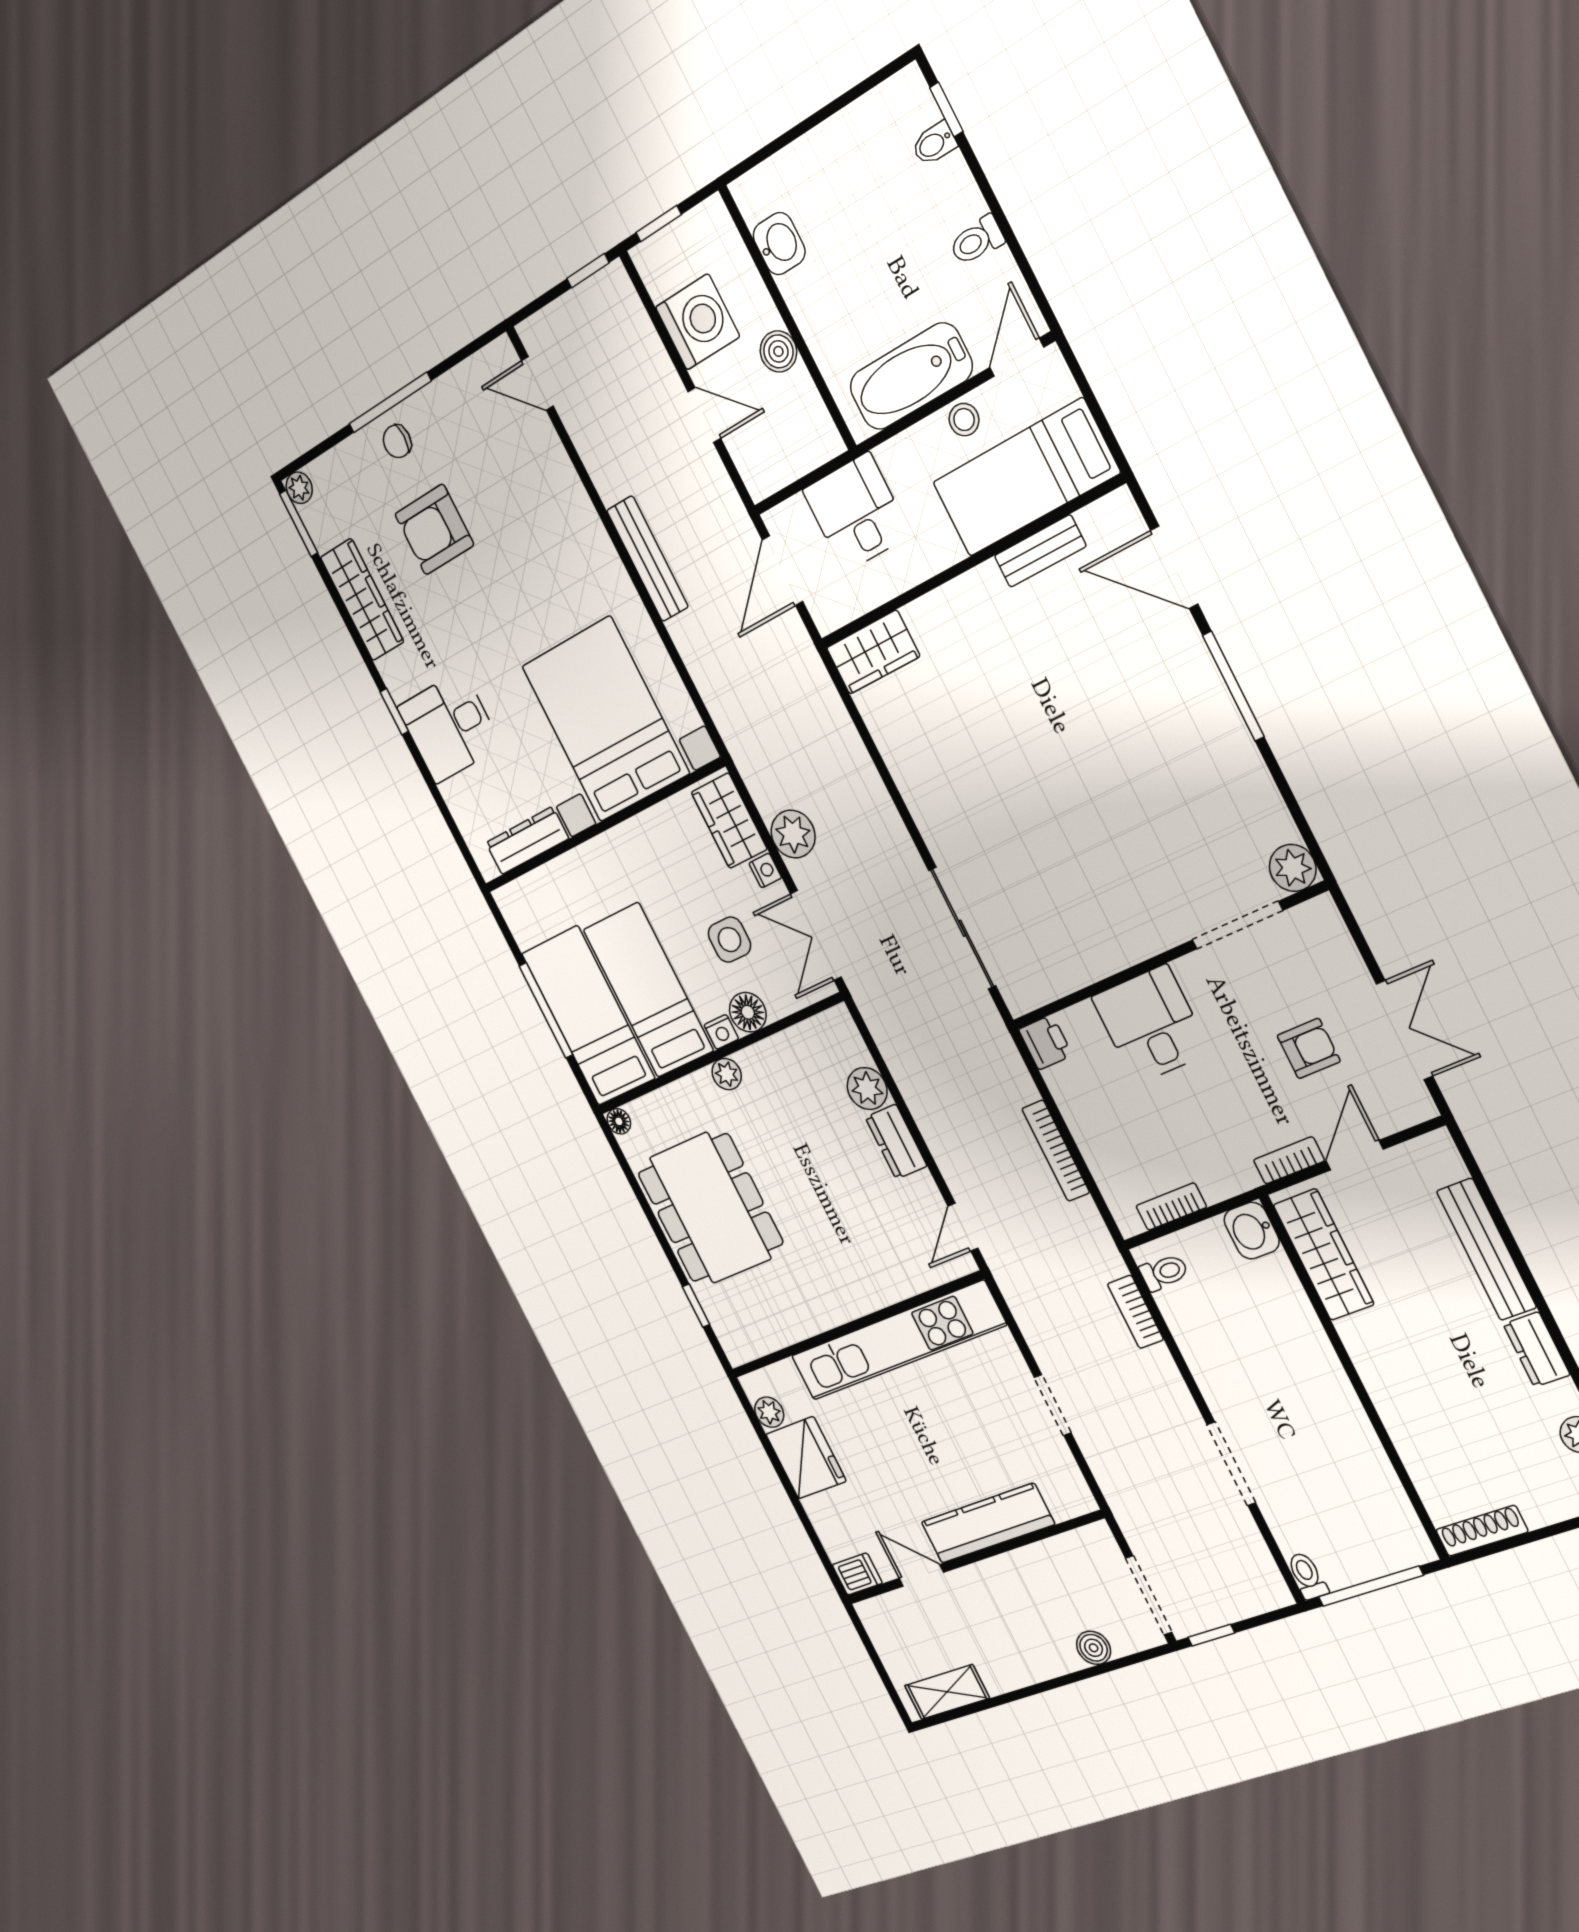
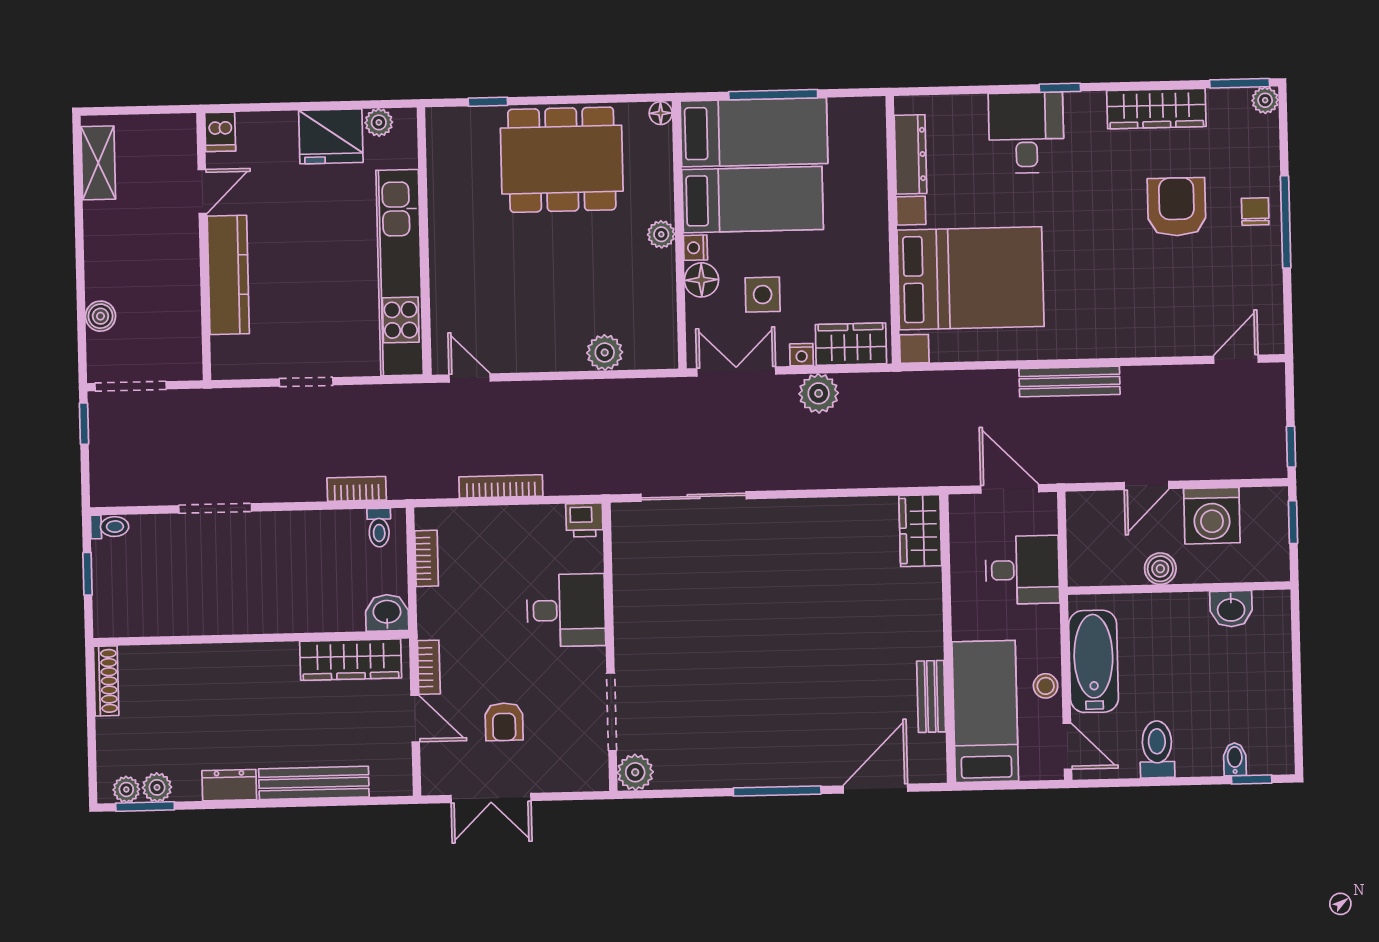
toilet: (977, 241) -> (1157, 749), width x1.37, depth x1.39
dresser: (896, 1142) -> (555, 356), removed
window: (1371, 1586) -> (88, 574), width x0.46

